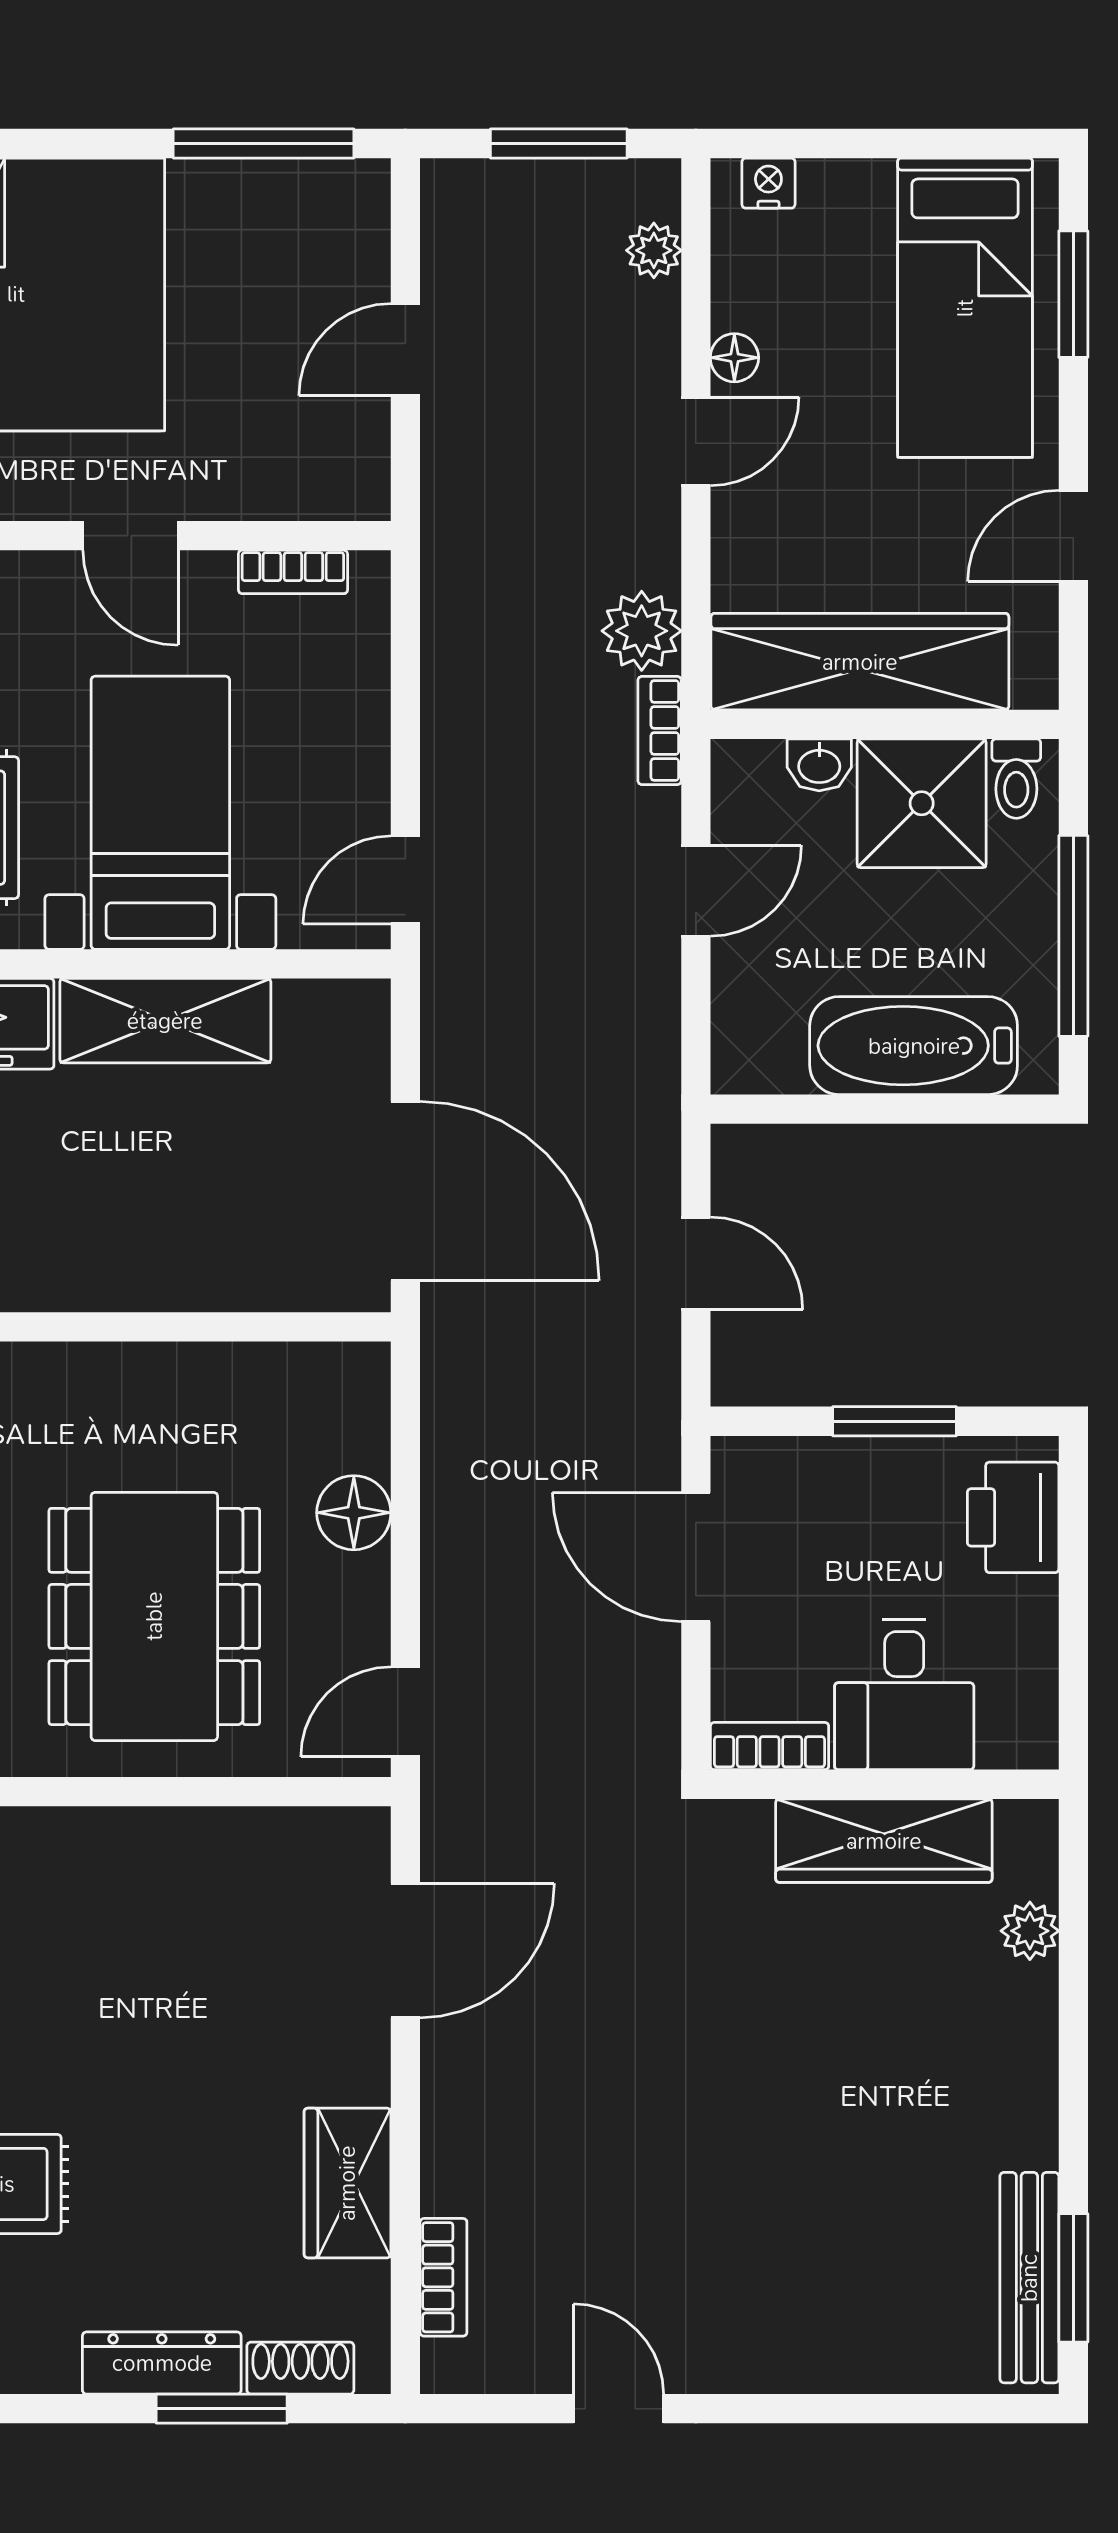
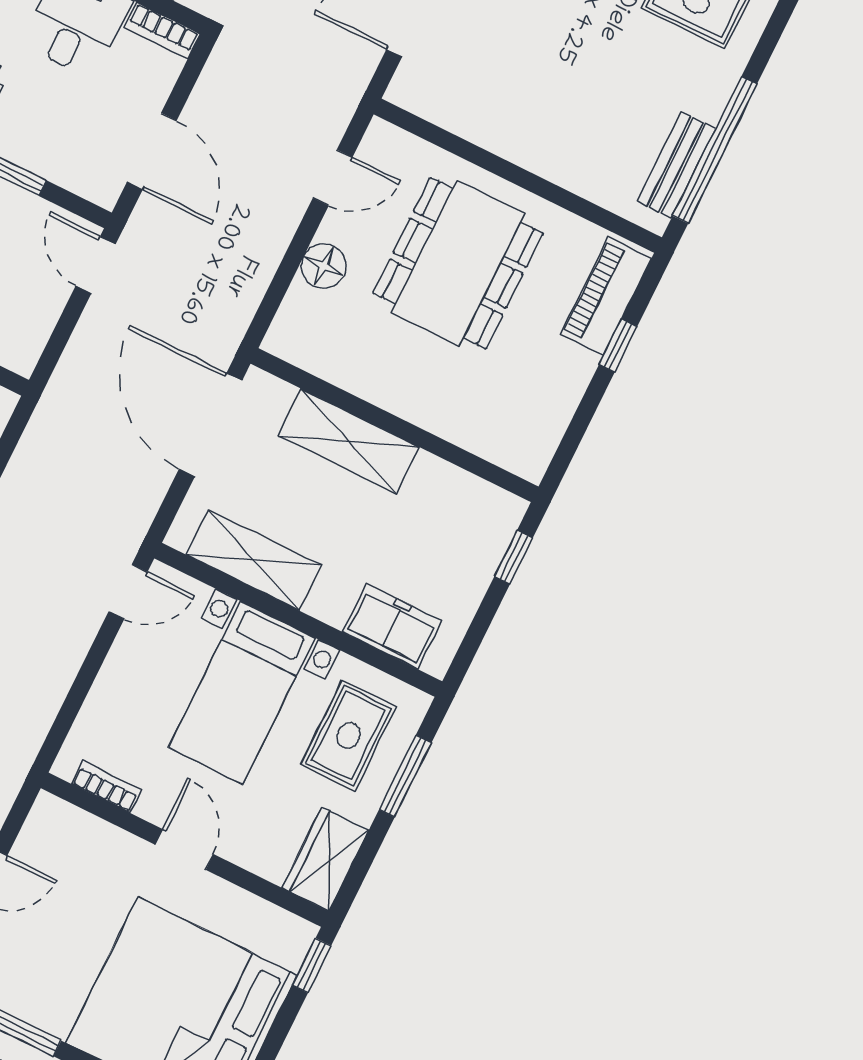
shelving: (165, 1021) -> (254, 560), moved
door: (696, 1263) -> (96, 265), moved
shelving: (187, 1268) -> (348, 441), added
door: (405, 1712) -> (333, 178), moved

